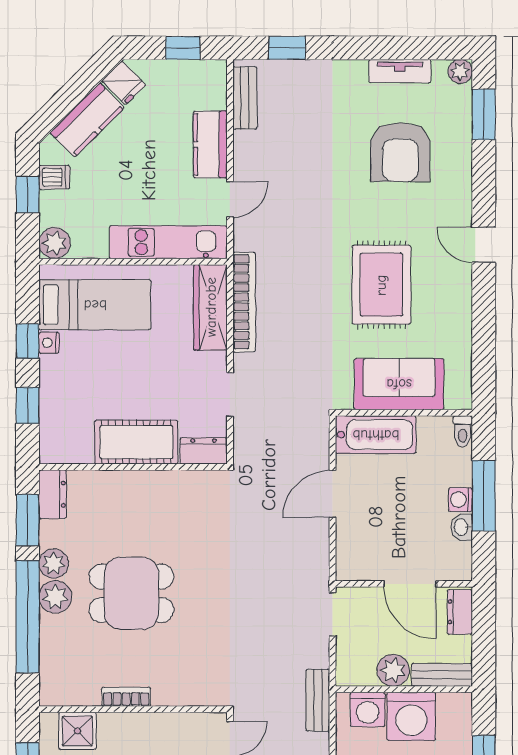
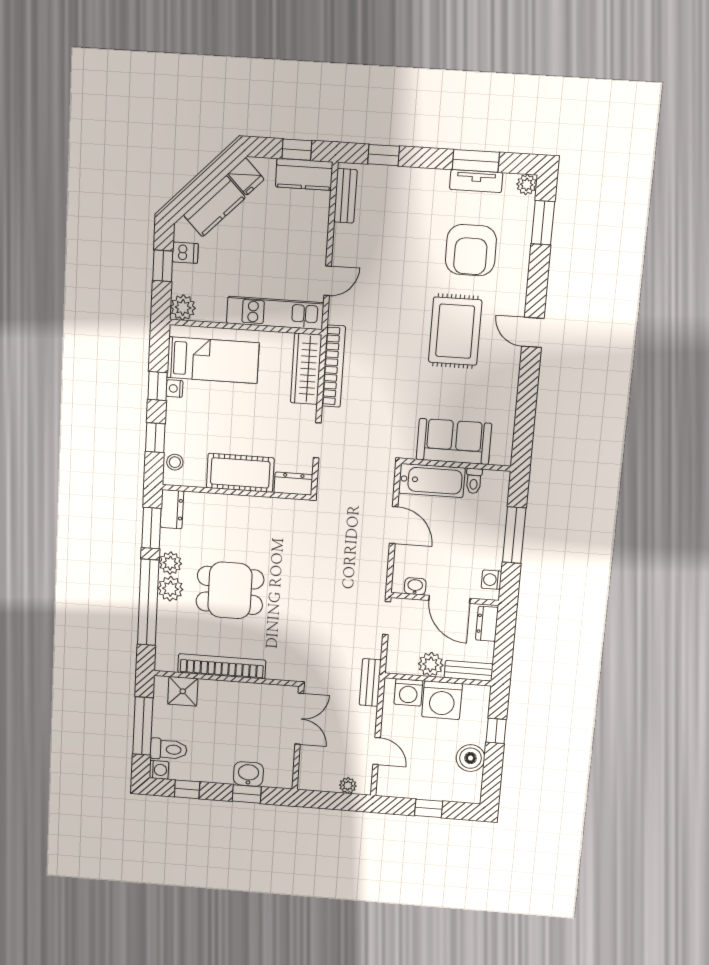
window: (397, 48) -> (476, 161), added
kitchen counter: (210, 144) -> (304, 174), moved, turned -90
rug: (381, 285) -> (455, 331), moved
toilet: (463, 431) -> (474, 481), moved
stool: (54, 434) -> (175, 462), added
door: (333, 494) -> (394, 525), swing flipped
washing machine: (460, 500) -> (491, 580), moved
washbasin: (462, 527) -> (415, 586), moved, turned 90
bookcase: (126, 697) -> (222, 666), width x2.31, depth x1.31

